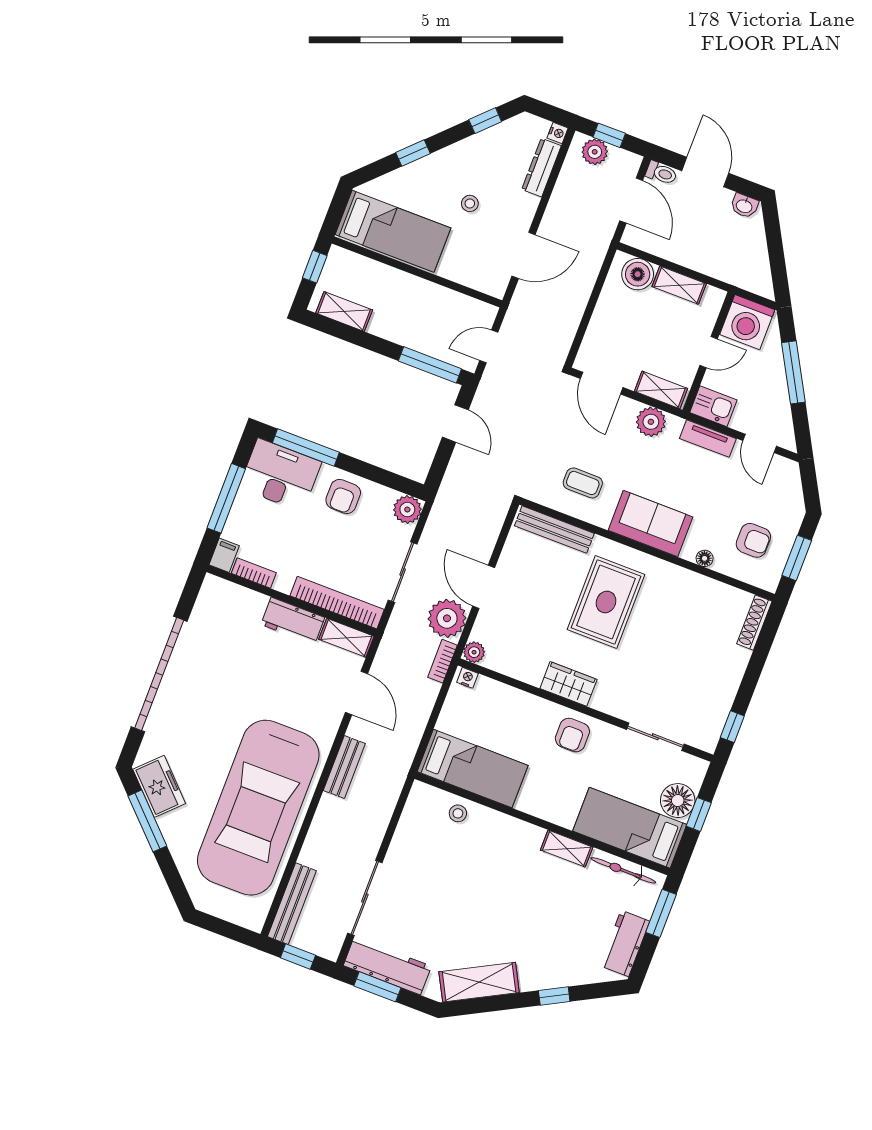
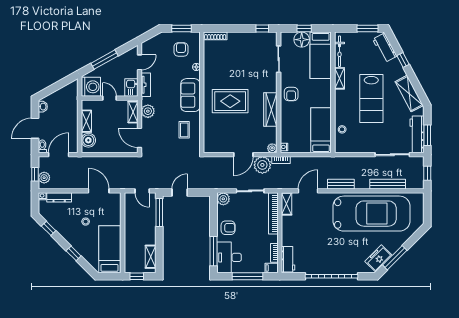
door: (602, 383) -> (140, 138), swing flipped
bench: (554, 530) -> (208, 134), removed
workbench: (293, 621) -> (288, 259), moved
wardrobe: (568, 684) -> (270, 109), width x1.50
armchair: (572, 735) -> (291, 94), turned 90
lab bench: (499, 899) -> (371, 99), added
bench: (292, 904) -> (388, 184), moved
window: (661, 913) -> (368, 29), moved
workbench: (625, 943) -> (385, 48), moved, turned 62

